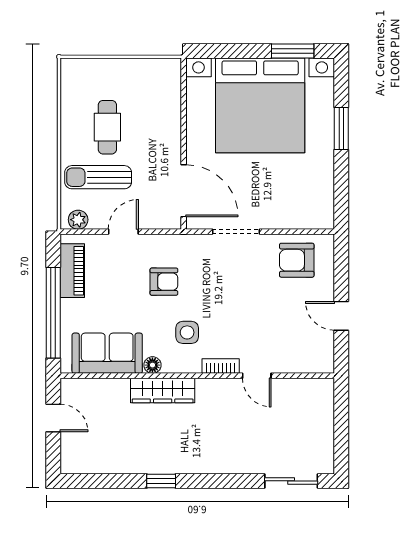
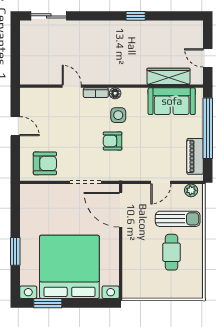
armchair: (164, 282) -> (113, 141), moved
floor lamp: (152, 365) -> (115, 93), moved
wardrobe: (163, 390) -> (168, 76), moved

